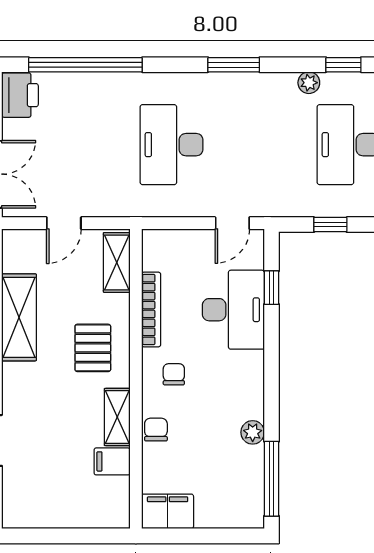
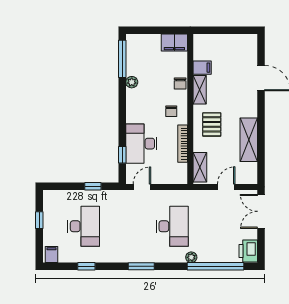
plant: (309, 83) -> (191, 257), moved

